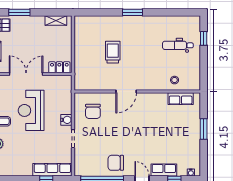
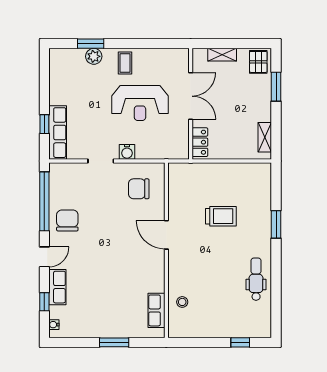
window: (132, 12) -> (276, 224), moved
dental chair: (178, 45) -> (256, 279), moved
reception desk: (31, 110) -> (140, 103), turned 180

